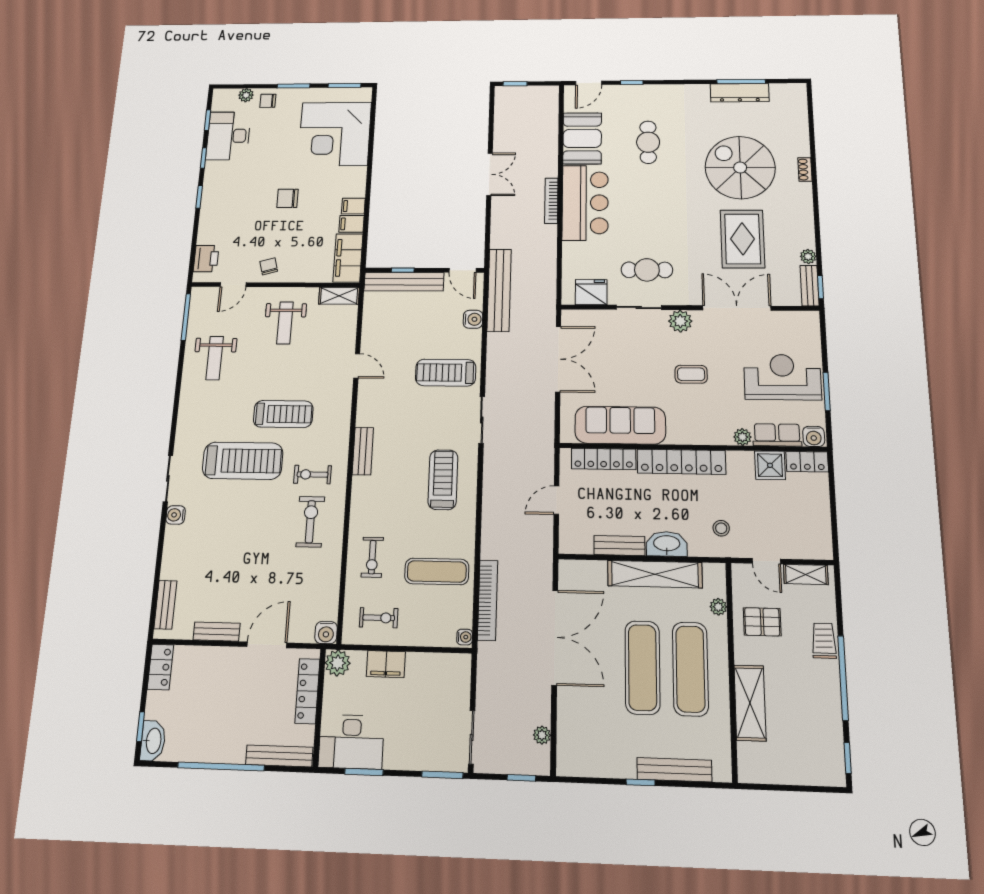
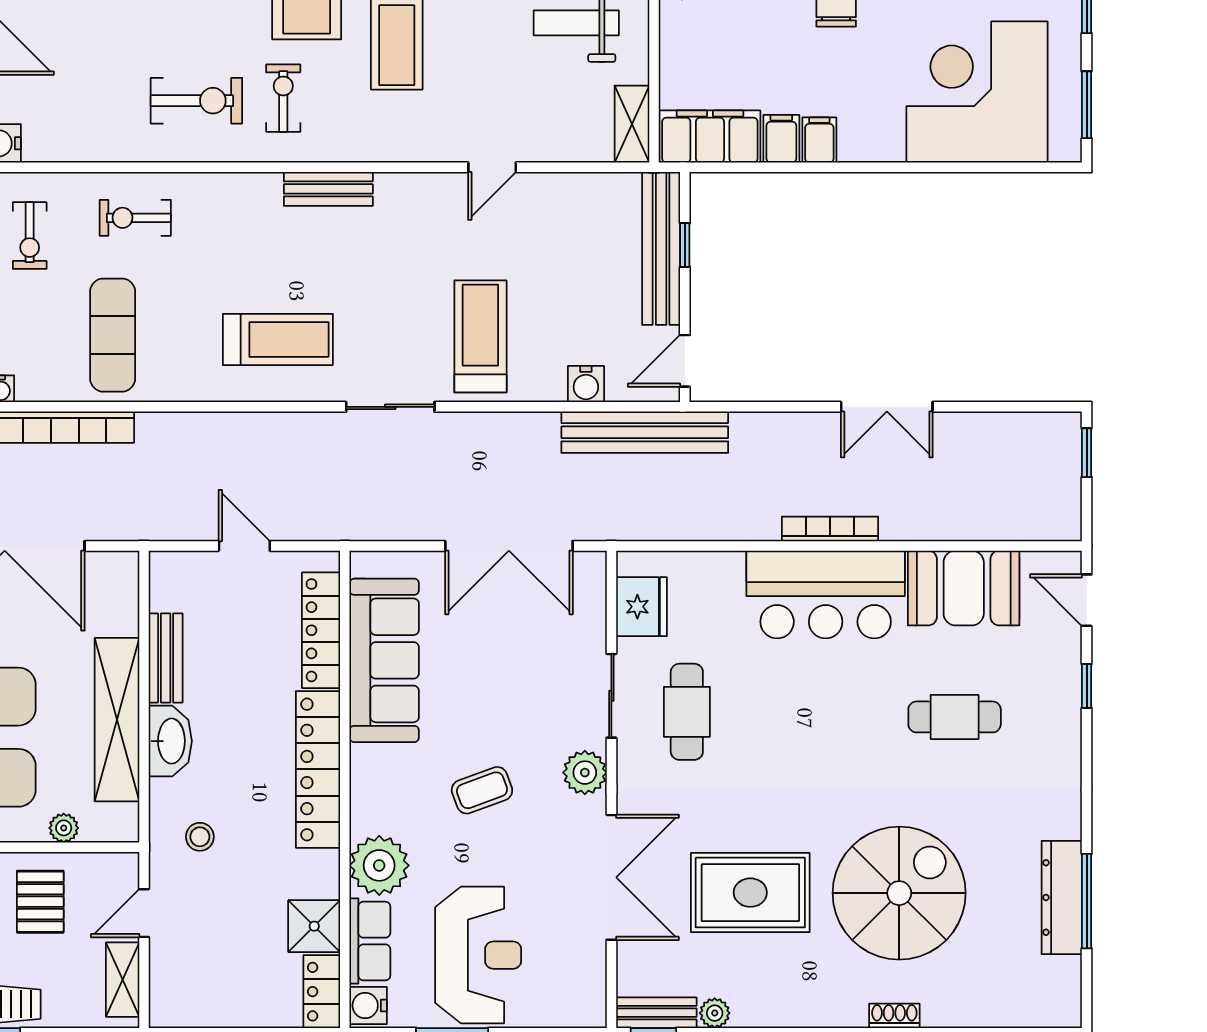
coffee table: (691, 374) -> (482, 790), turned 70
plant: (742, 437) -> (379, 865), width x1.87, depth x1.87

